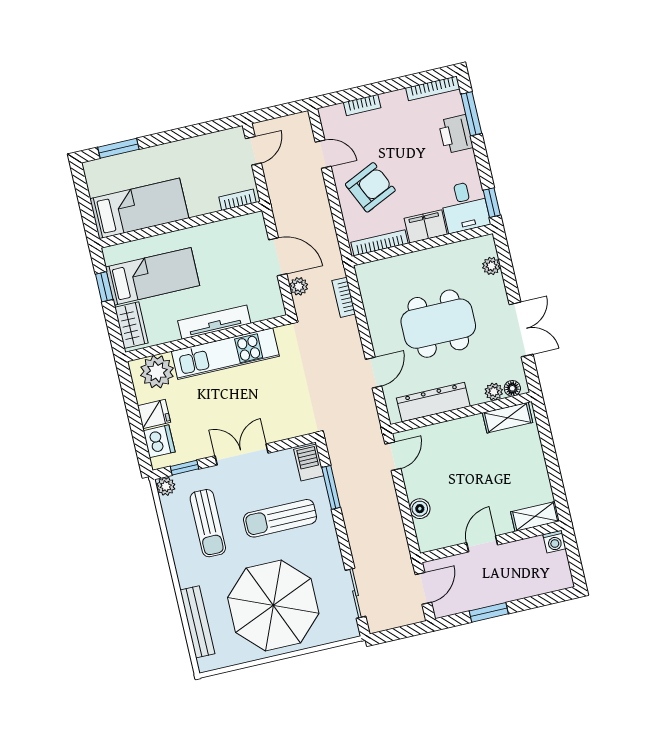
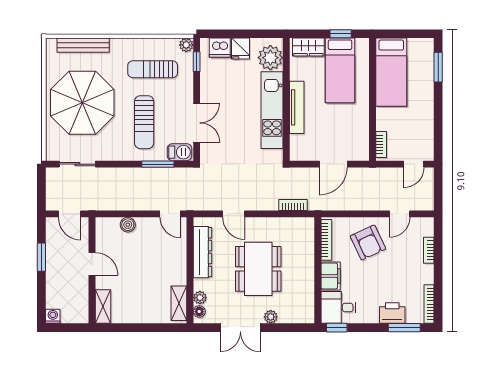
door: (253, 151) -> (414, 164), hinge flipped
plant: (491, 266) -> (271, 317), moved
plant: (299, 286) -> (308, 174), removed
double door: (242, 454) -> (197, 123), moved
sun lounger: (280, 518) -> (144, 122), turned 180
washing machine: (554, 542) -> (53, 316), moved, turned 90

